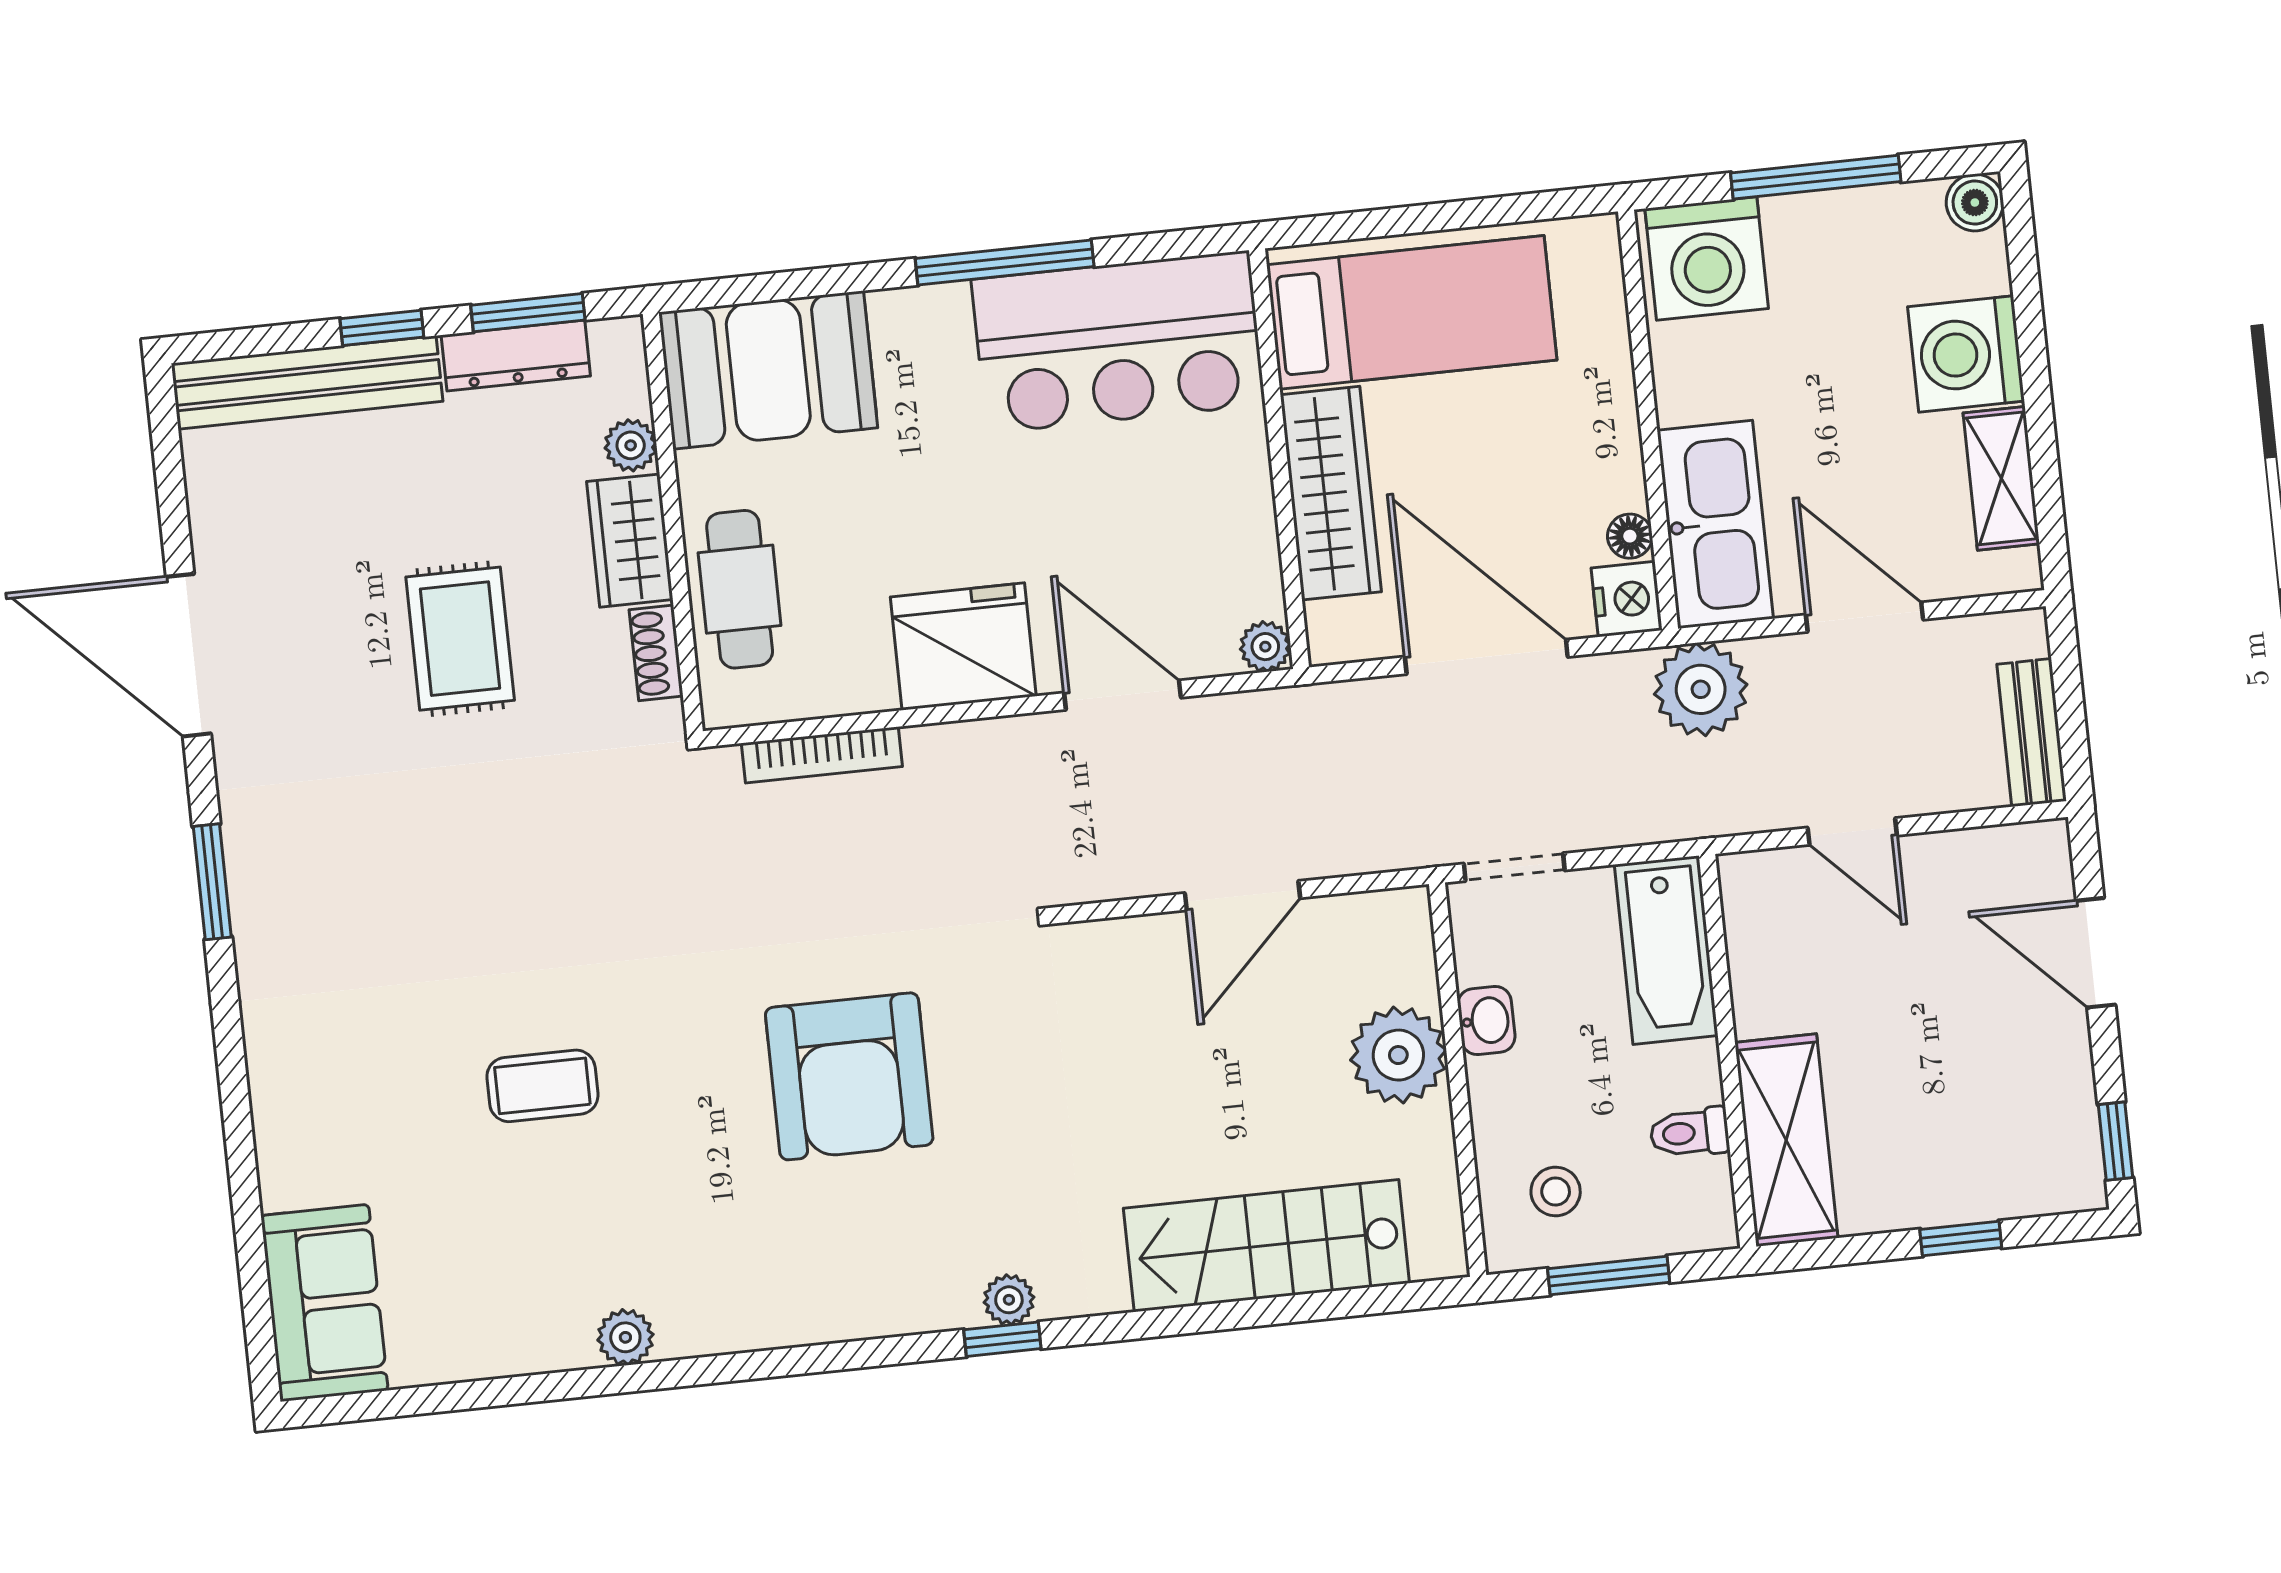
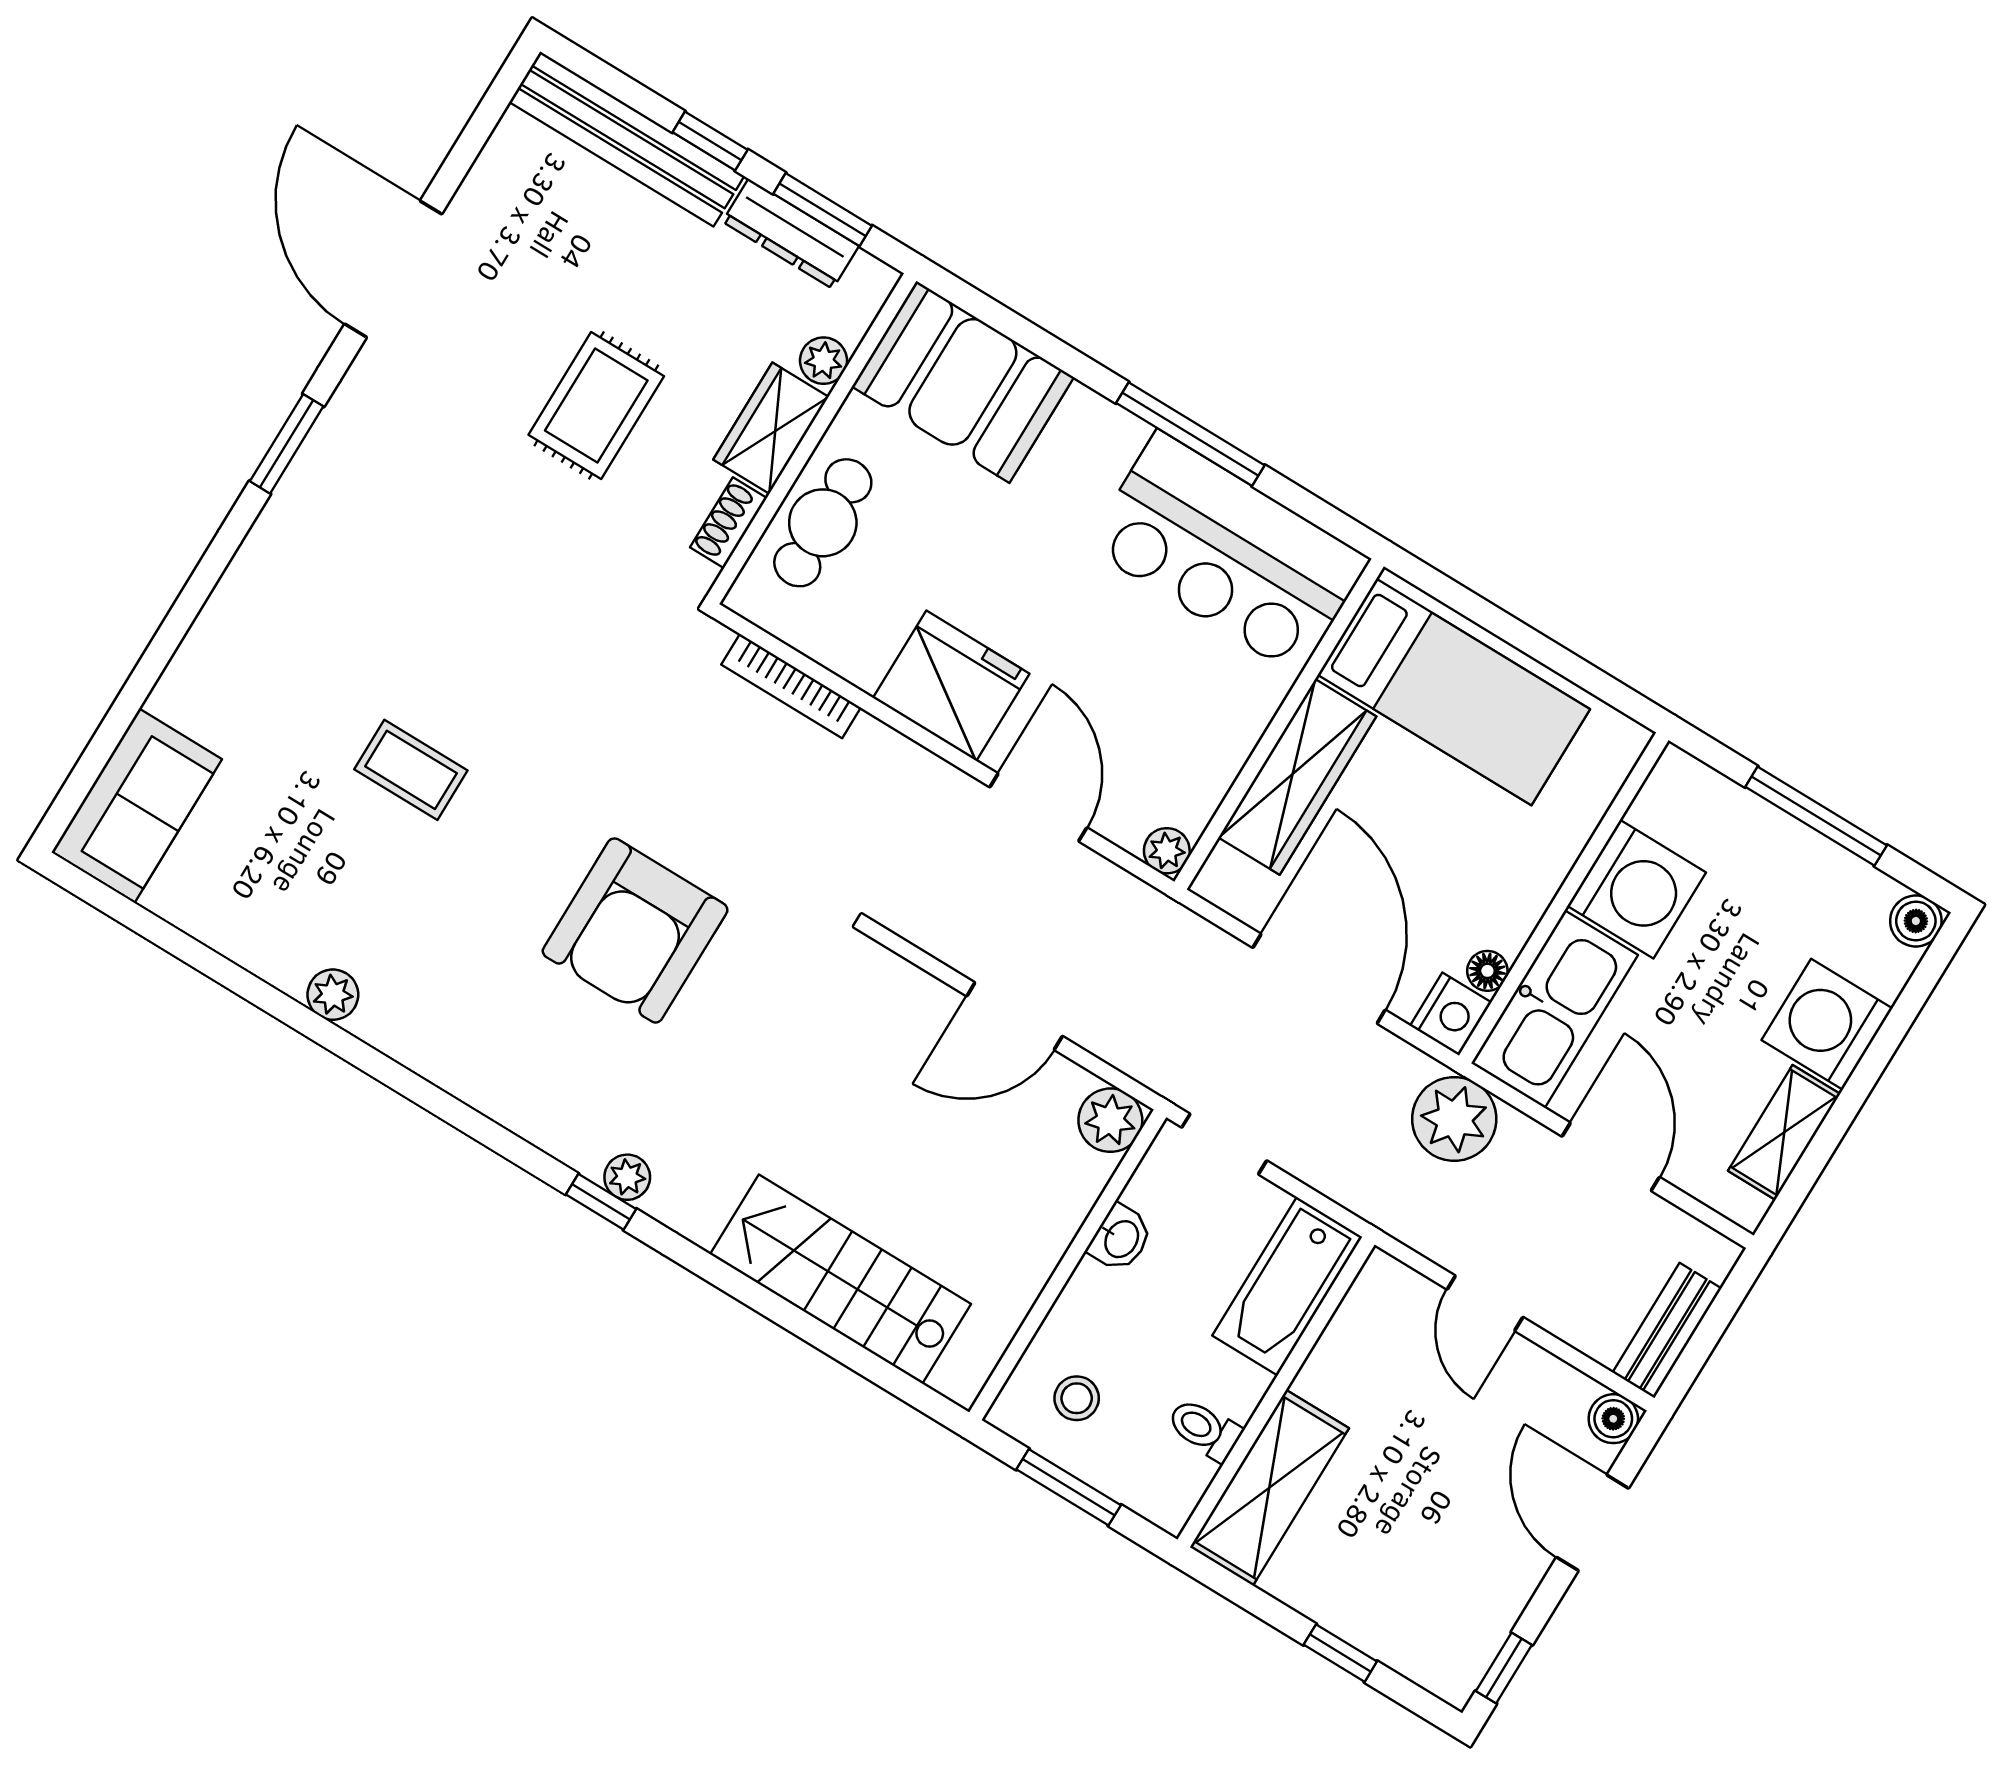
washing machine: (1707, 259) -> (1637, 889), moved, turned -90
boiler: (2044, 847) -> (1613, 1419), added
plant: (1398, 1055) -> (1110, 1120), moved, width x0.73, depth x0.73

